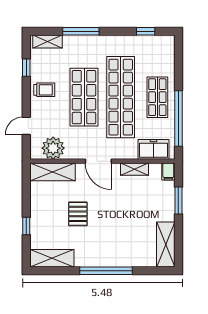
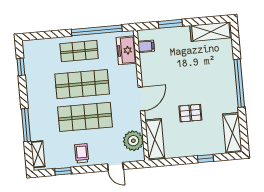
shop shelf: (121, 97) -> (82, 84), width x0.71
shelving: (134, 169) -> (146, 66), removed
filing cabinet: (168, 172) -> (146, 46), moved

